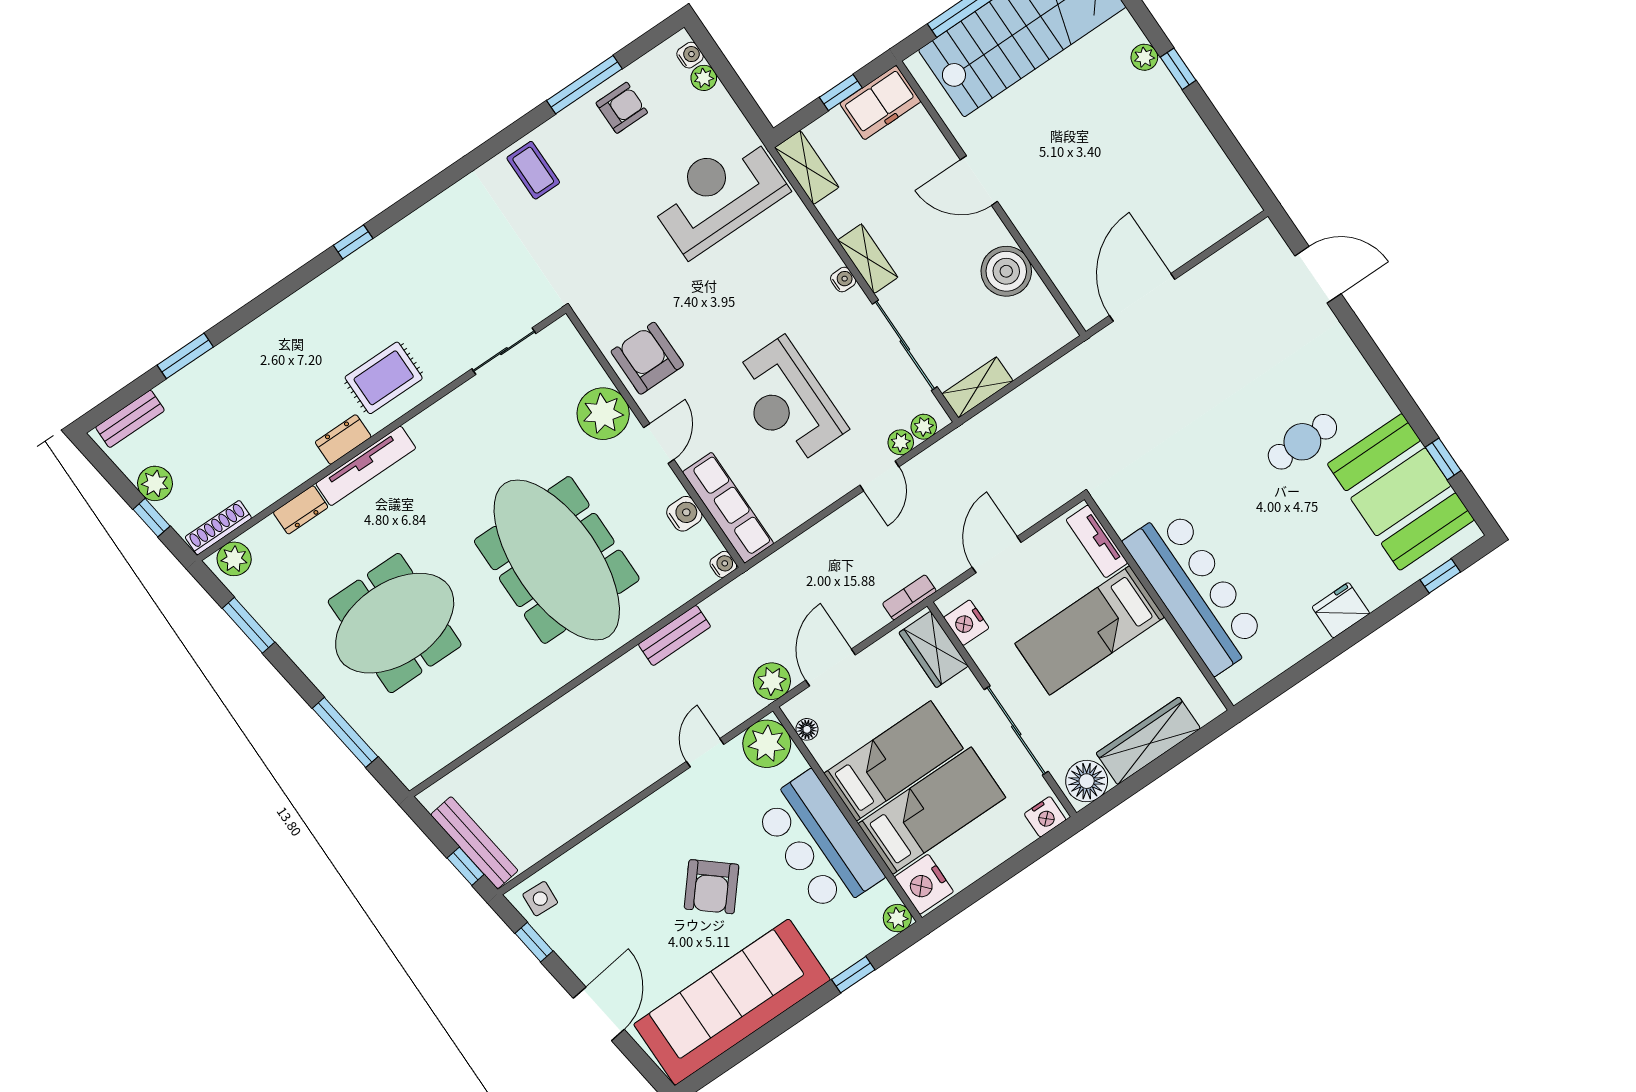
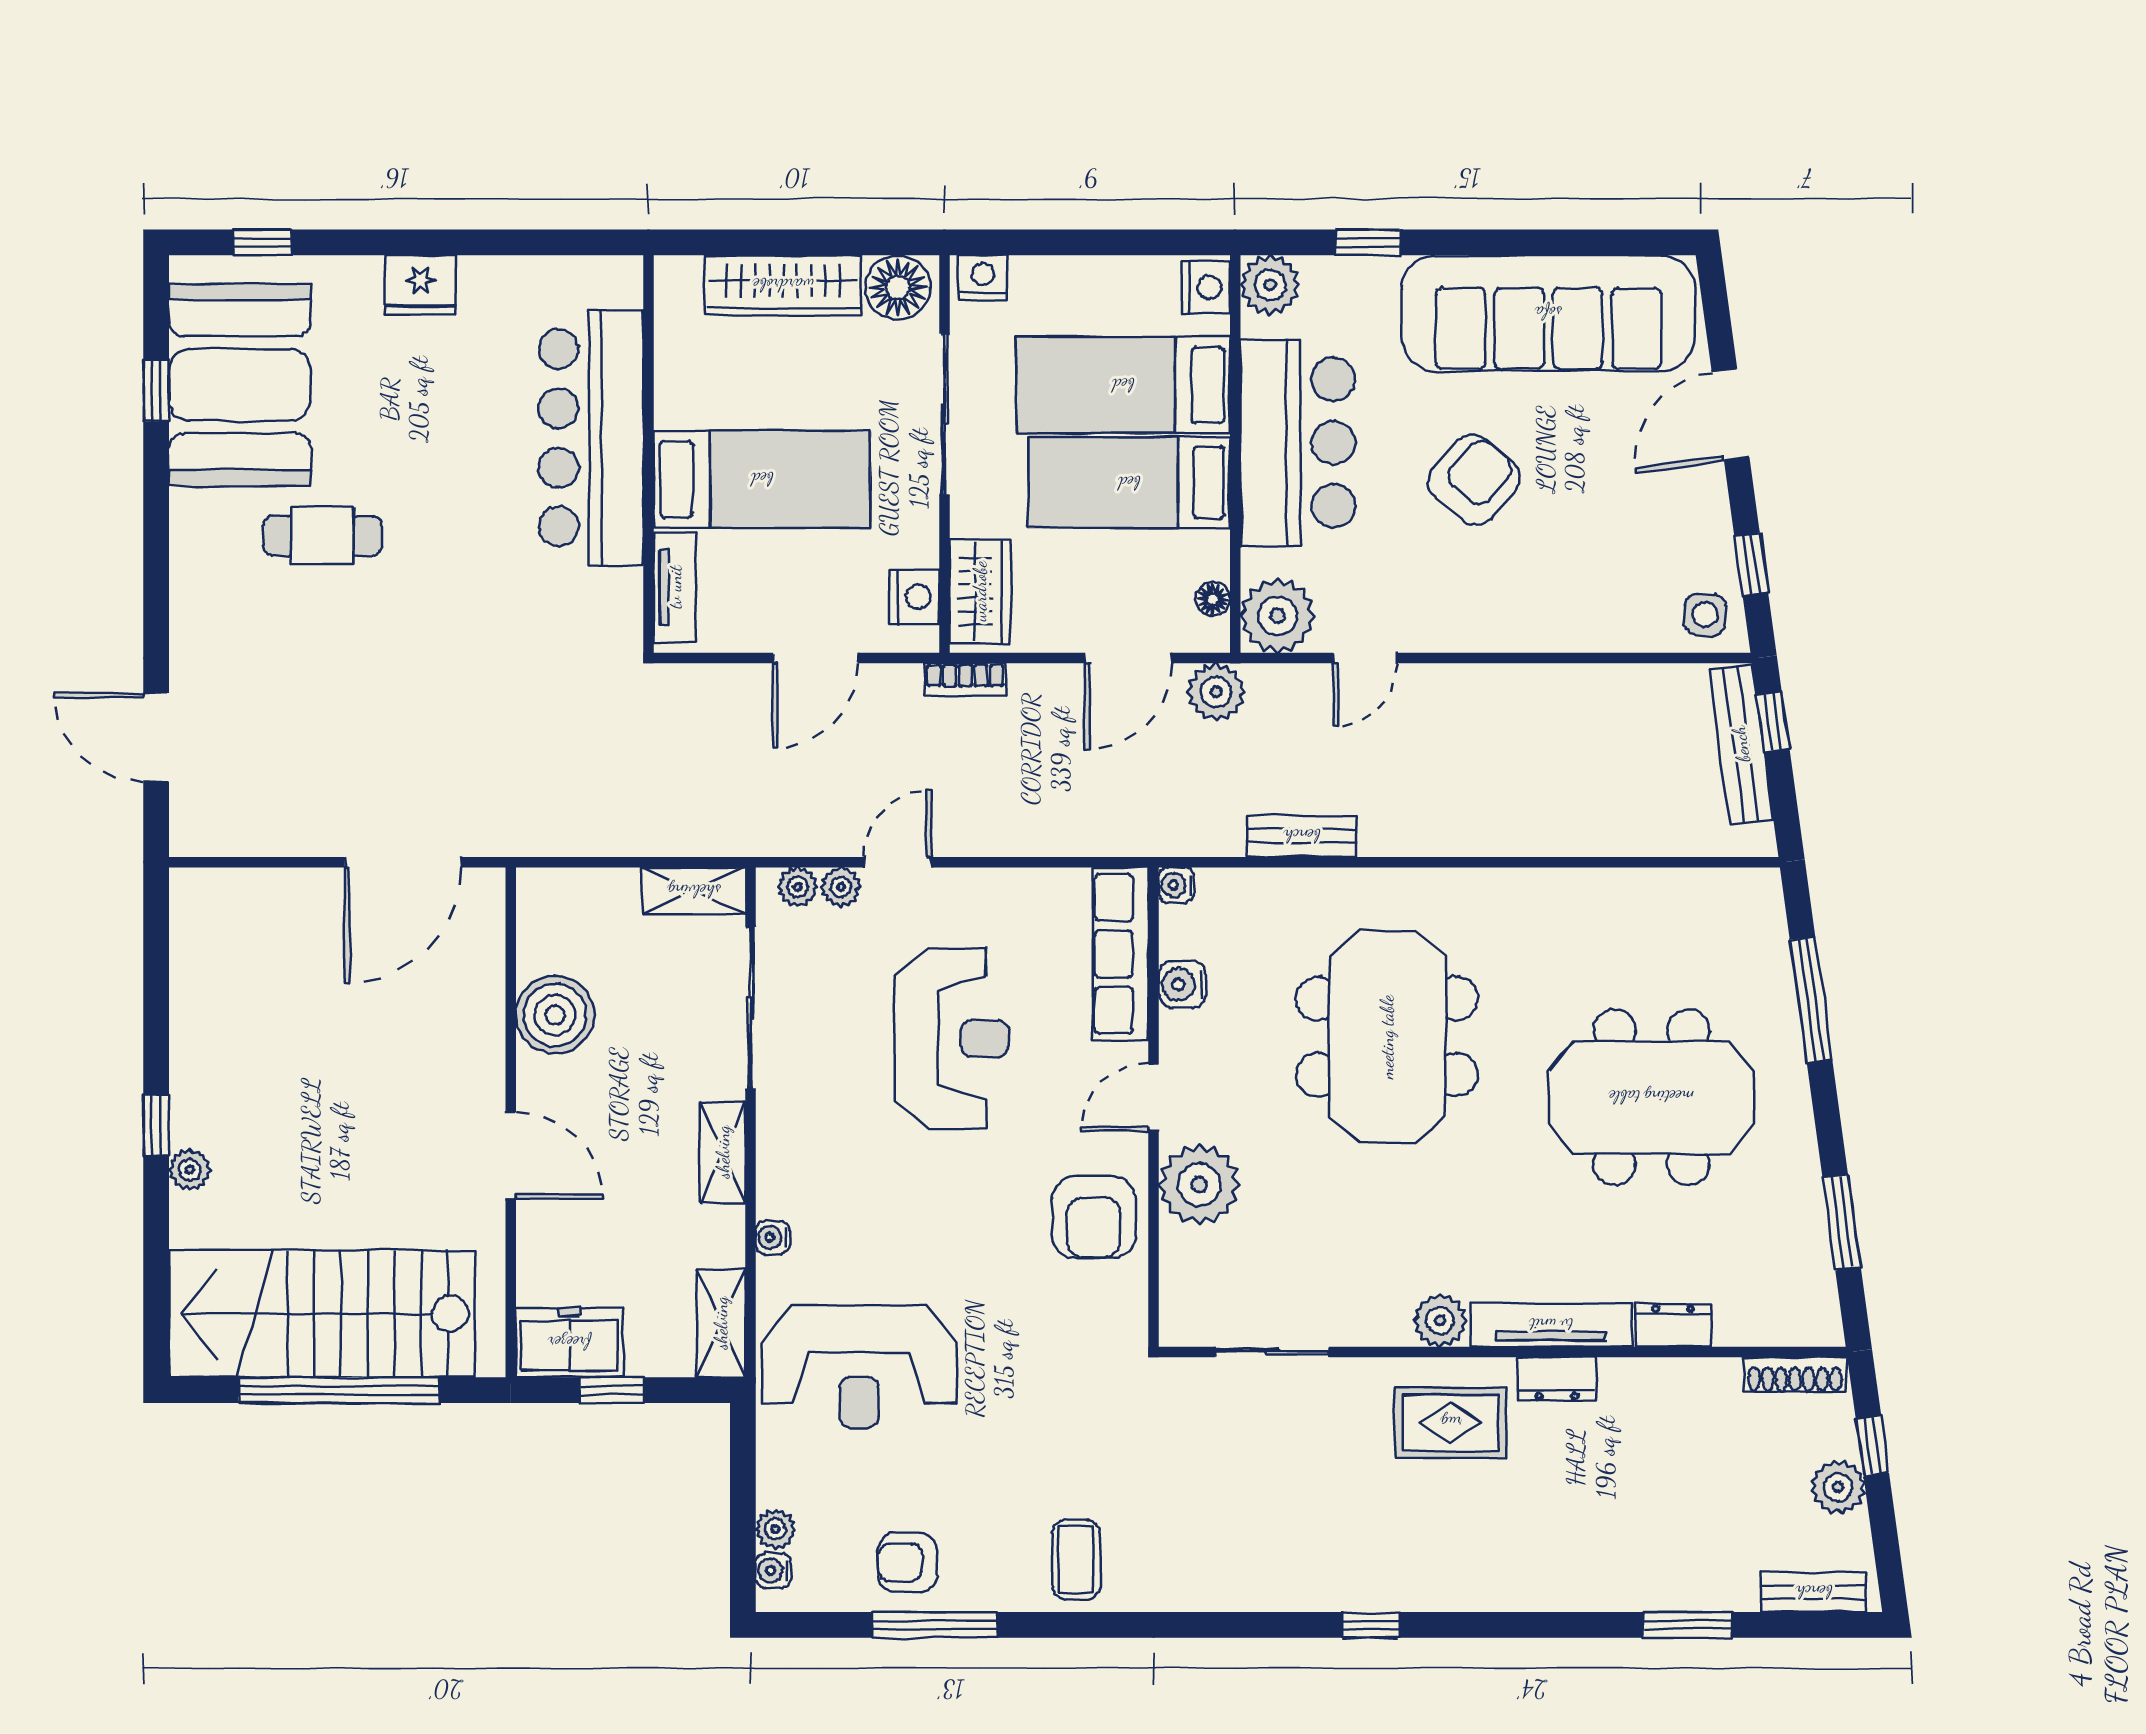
water cooler: (843, 280) -> (772, 1237), moved
plant: (234, 559) -> (1440, 1320), moved
meeting table: (557, 560) -> (1387, 1037), width x0.73
nightstand: (924, 884) -> (1206, 287), width x0.74, depth x0.75
plant: (897, 918) -> (1270, 285), width x1.38, depth x1.38

